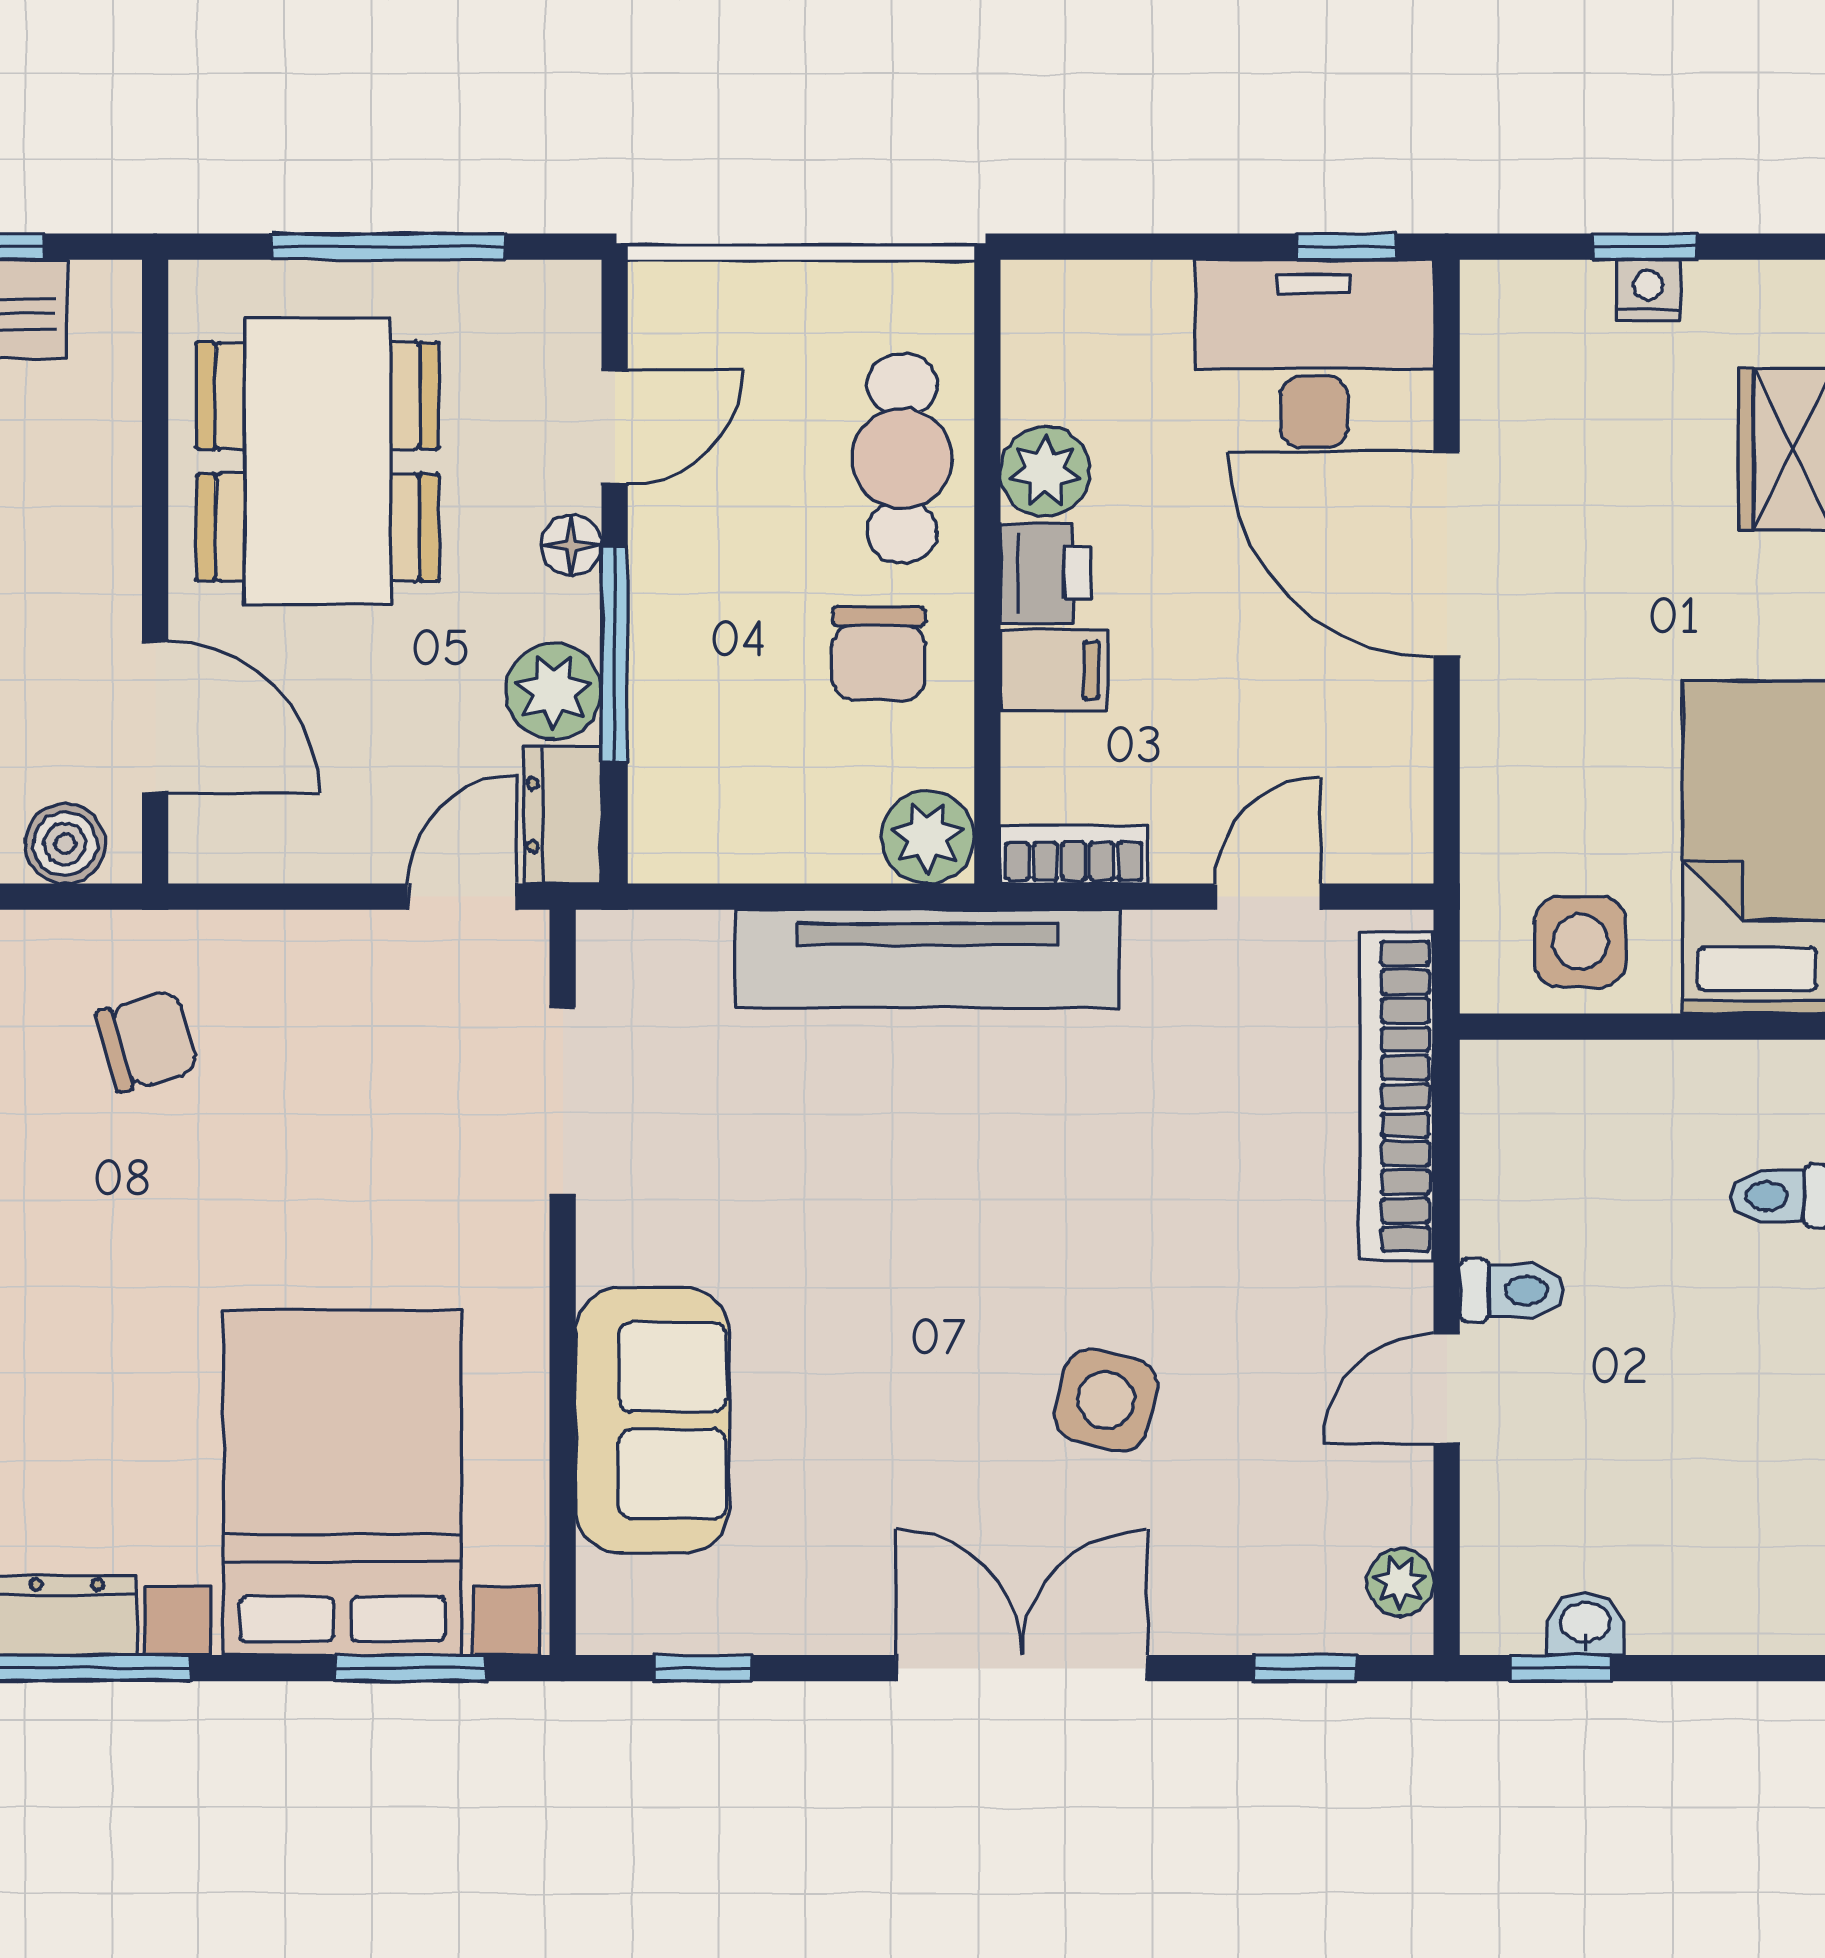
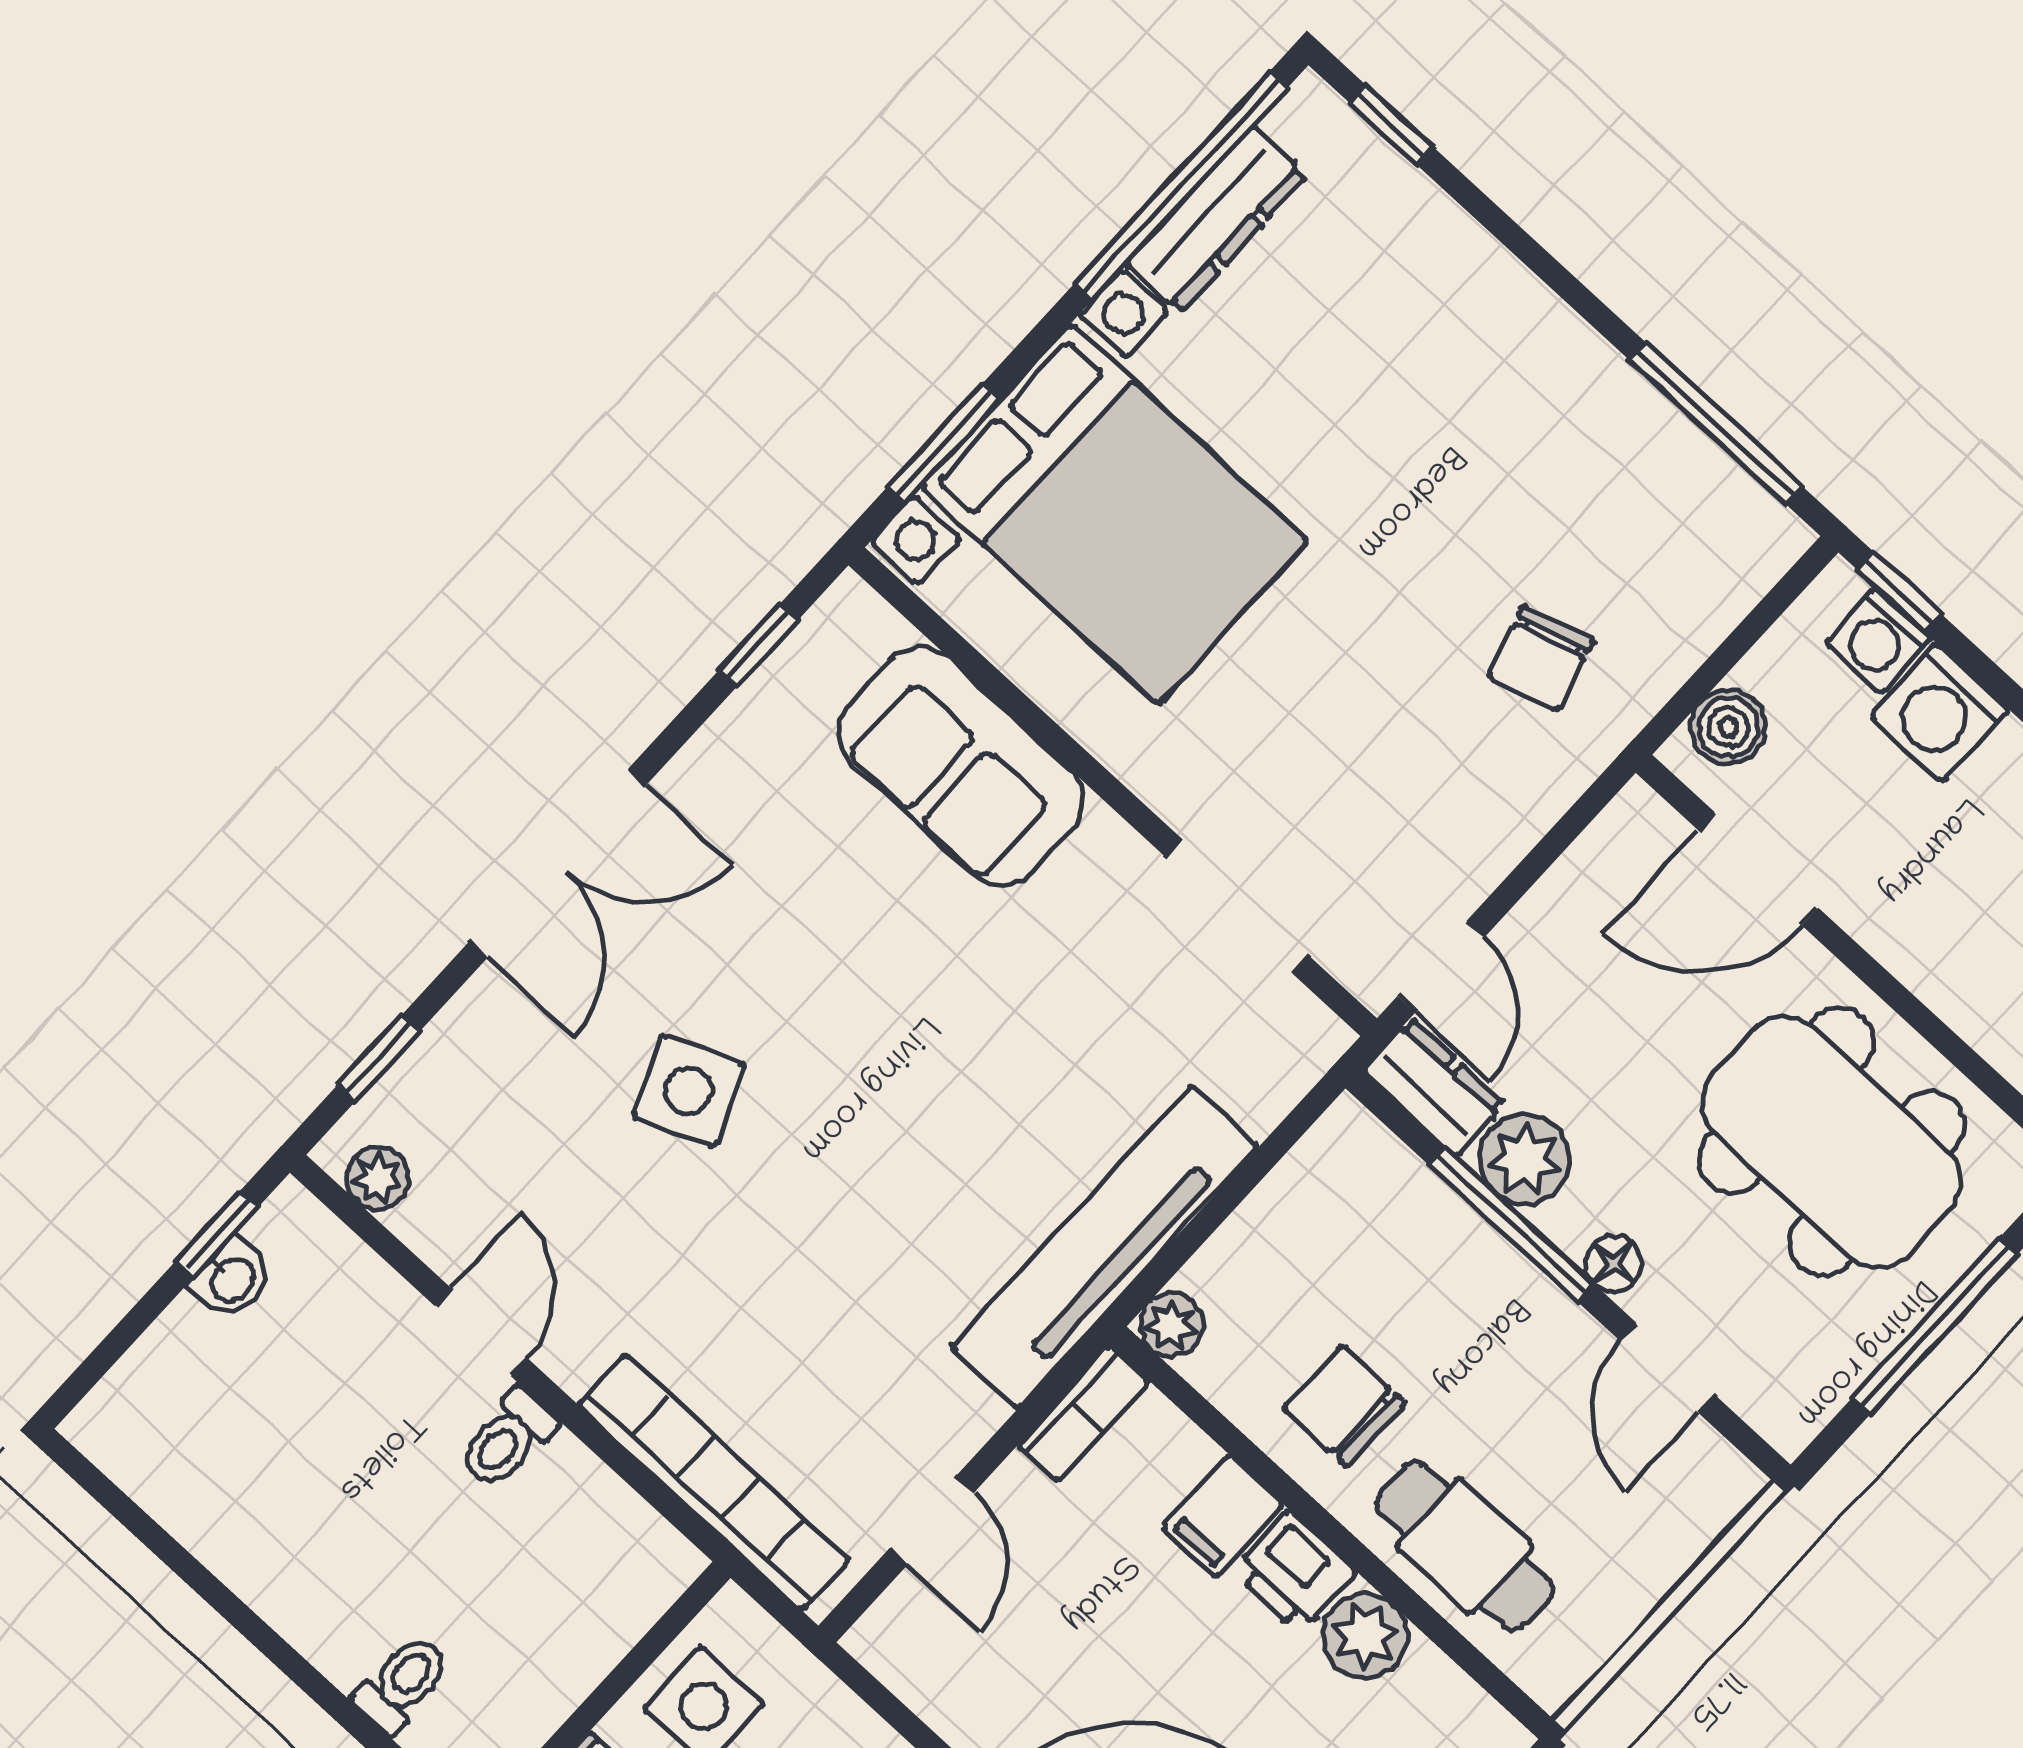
plant: (928, 837) -> (1171, 1325), width x0.73, depth x0.73
side table: (1106, 1400) -> (689, 1091), turned -36

